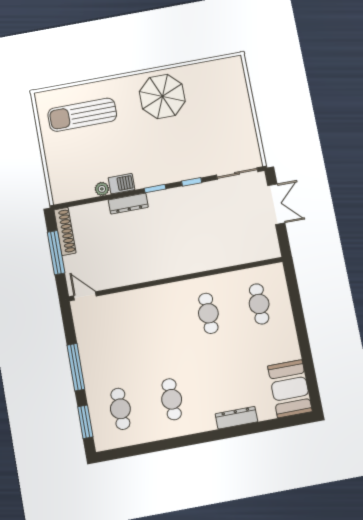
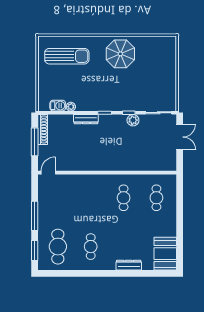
sun lounger: (82, 115) -> (67, 56), turned 180
barbecue: (122, 184) -> (58, 106), moved
plant: (200, 192) -> (133, 120), added
door: (85, 296) -> (48, 173), hinge flipped
cafe table: (120, 409) -> (58, 247), width x1.37, depth x1.35

